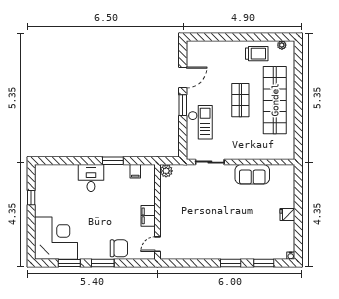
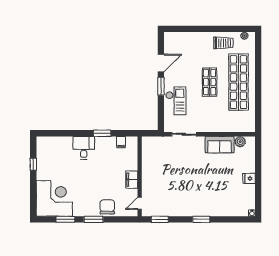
plant: (166, 171) -> (240, 142), moved
chair: (119, 248) -> (107, 207), turned -90
window: (264, 263) -> (160, 219), moved

